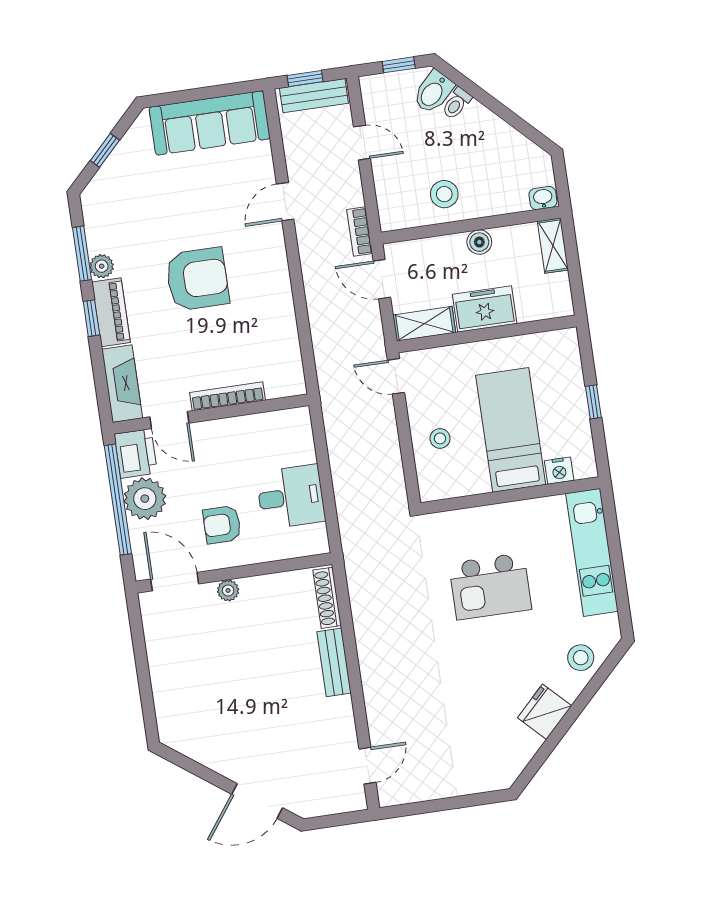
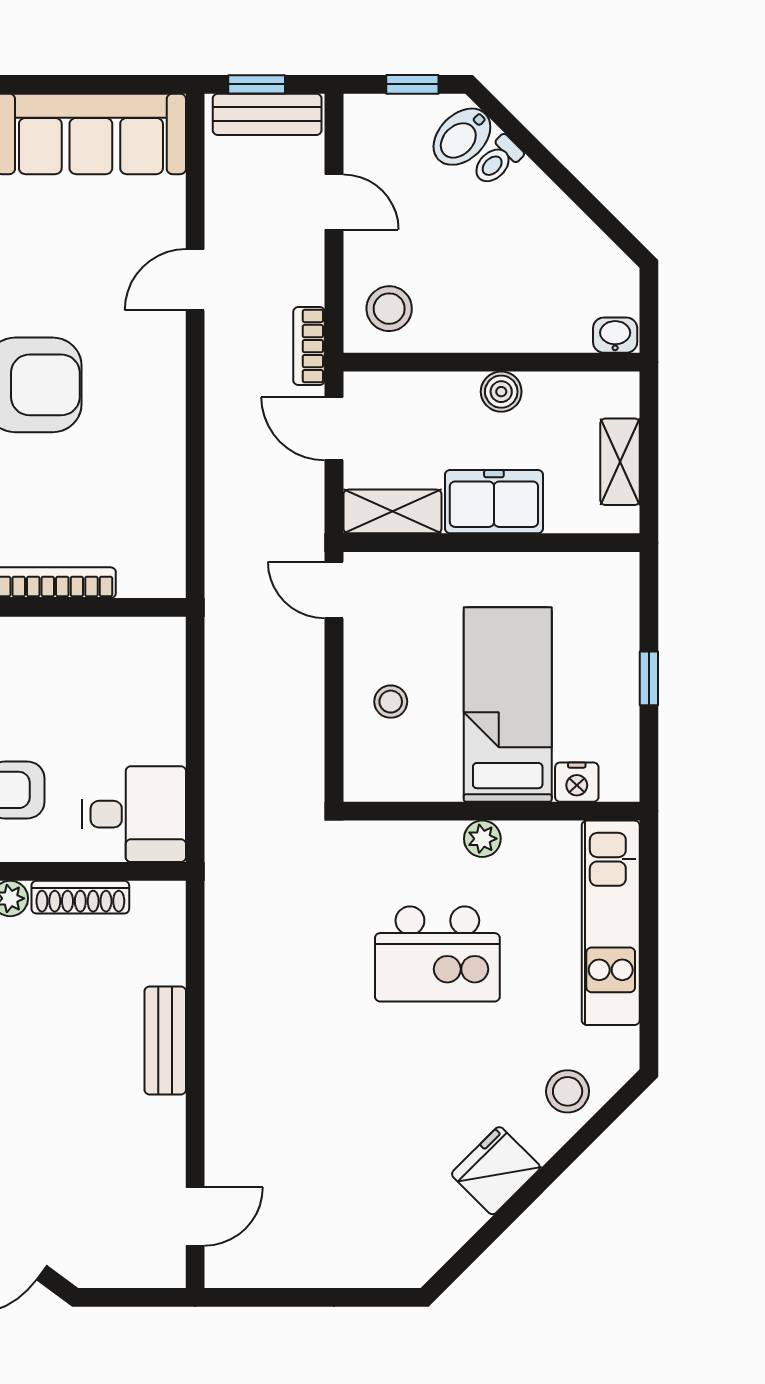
stool: (444, 194) -> (389, 309), moved
shelving: (553, 246) -> (620, 462), moved
desk: (291, 497) -> (134, 814), moved
plant: (507, 513) -> (482, 839), added
shoe rack: (327, 598) -> (80, 897), moved, turned -90

